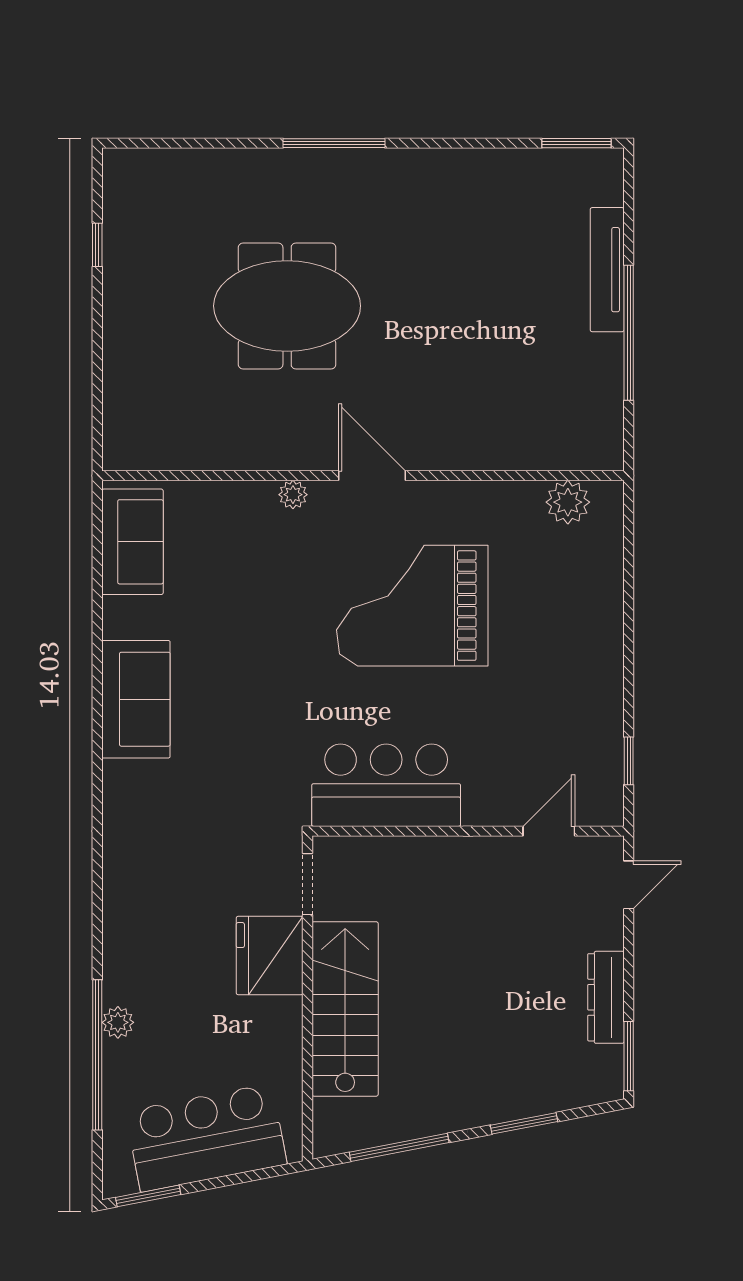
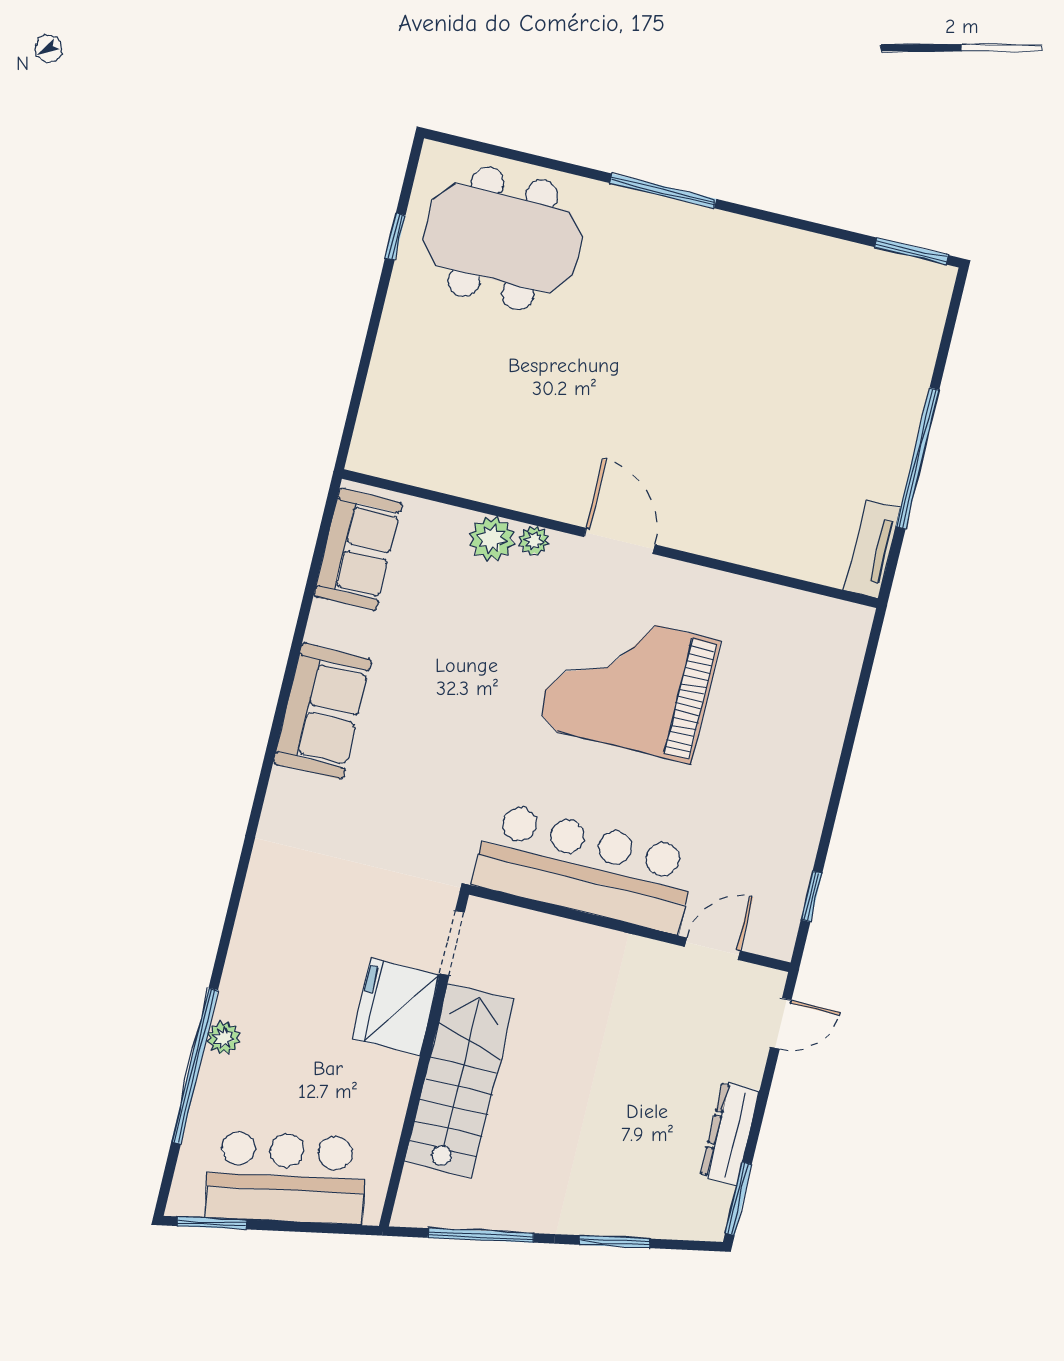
tv unit: (607, 270) -> (872, 549), moved, width x0.71
meeting table: (287, 306) -> (503, 238), moved
plant: (568, 502) -> (492, 539), moved
bar counter: (386, 785) -> (585, 868), width x1.36

